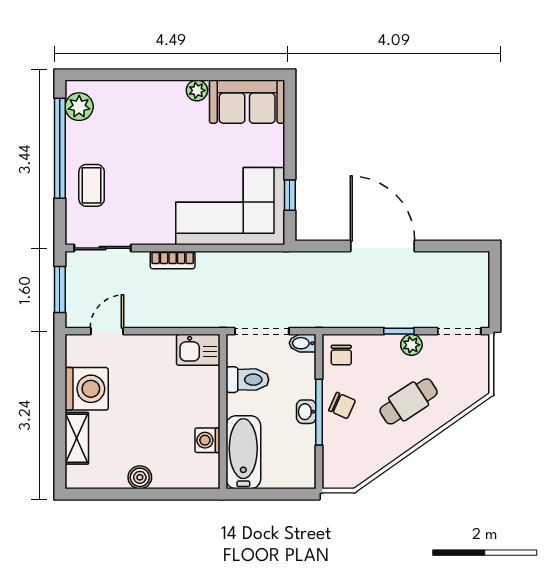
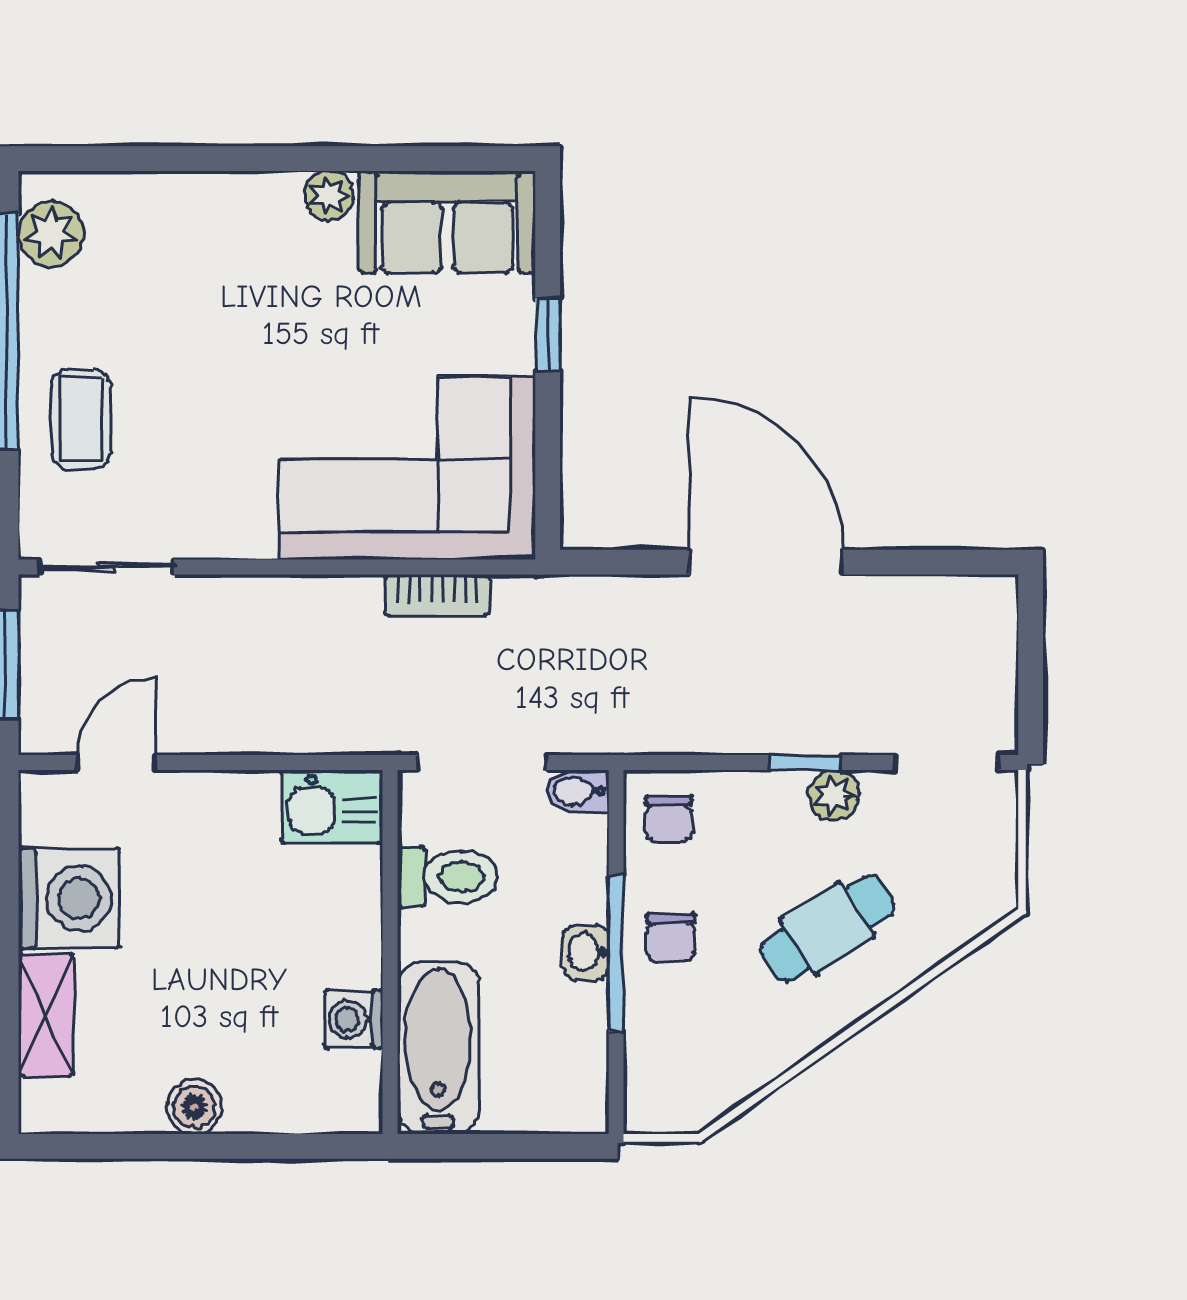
window: (290, 195) -> (548, 335), moved
bookcase: (173, 260) -> (438, 595), moved
chair: (342, 405) -> (671, 938), turned 66

